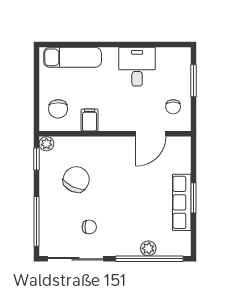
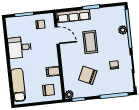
coffee table: (133, 190) -> (90, 42), added
row of seats: (182, 202) -> (74, 16), moved

